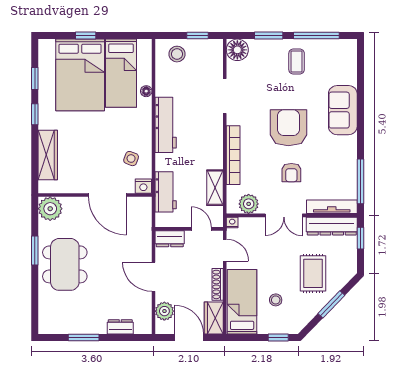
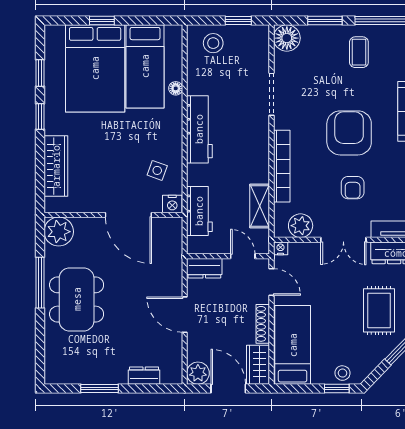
window: (35, 251) -> (40, 283), width x1.44
stool: (276, 300) -> (342, 373), moved
plant: (164, 311) -> (198, 373), moved

